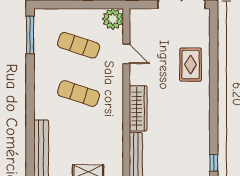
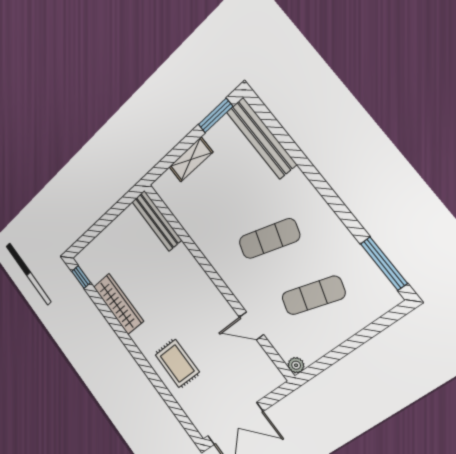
plant: (113, 19) -> (296, 365), width x0.53, depth x0.53
wardrobe: (138, 108) -> (118, 304), moved, turned 180

